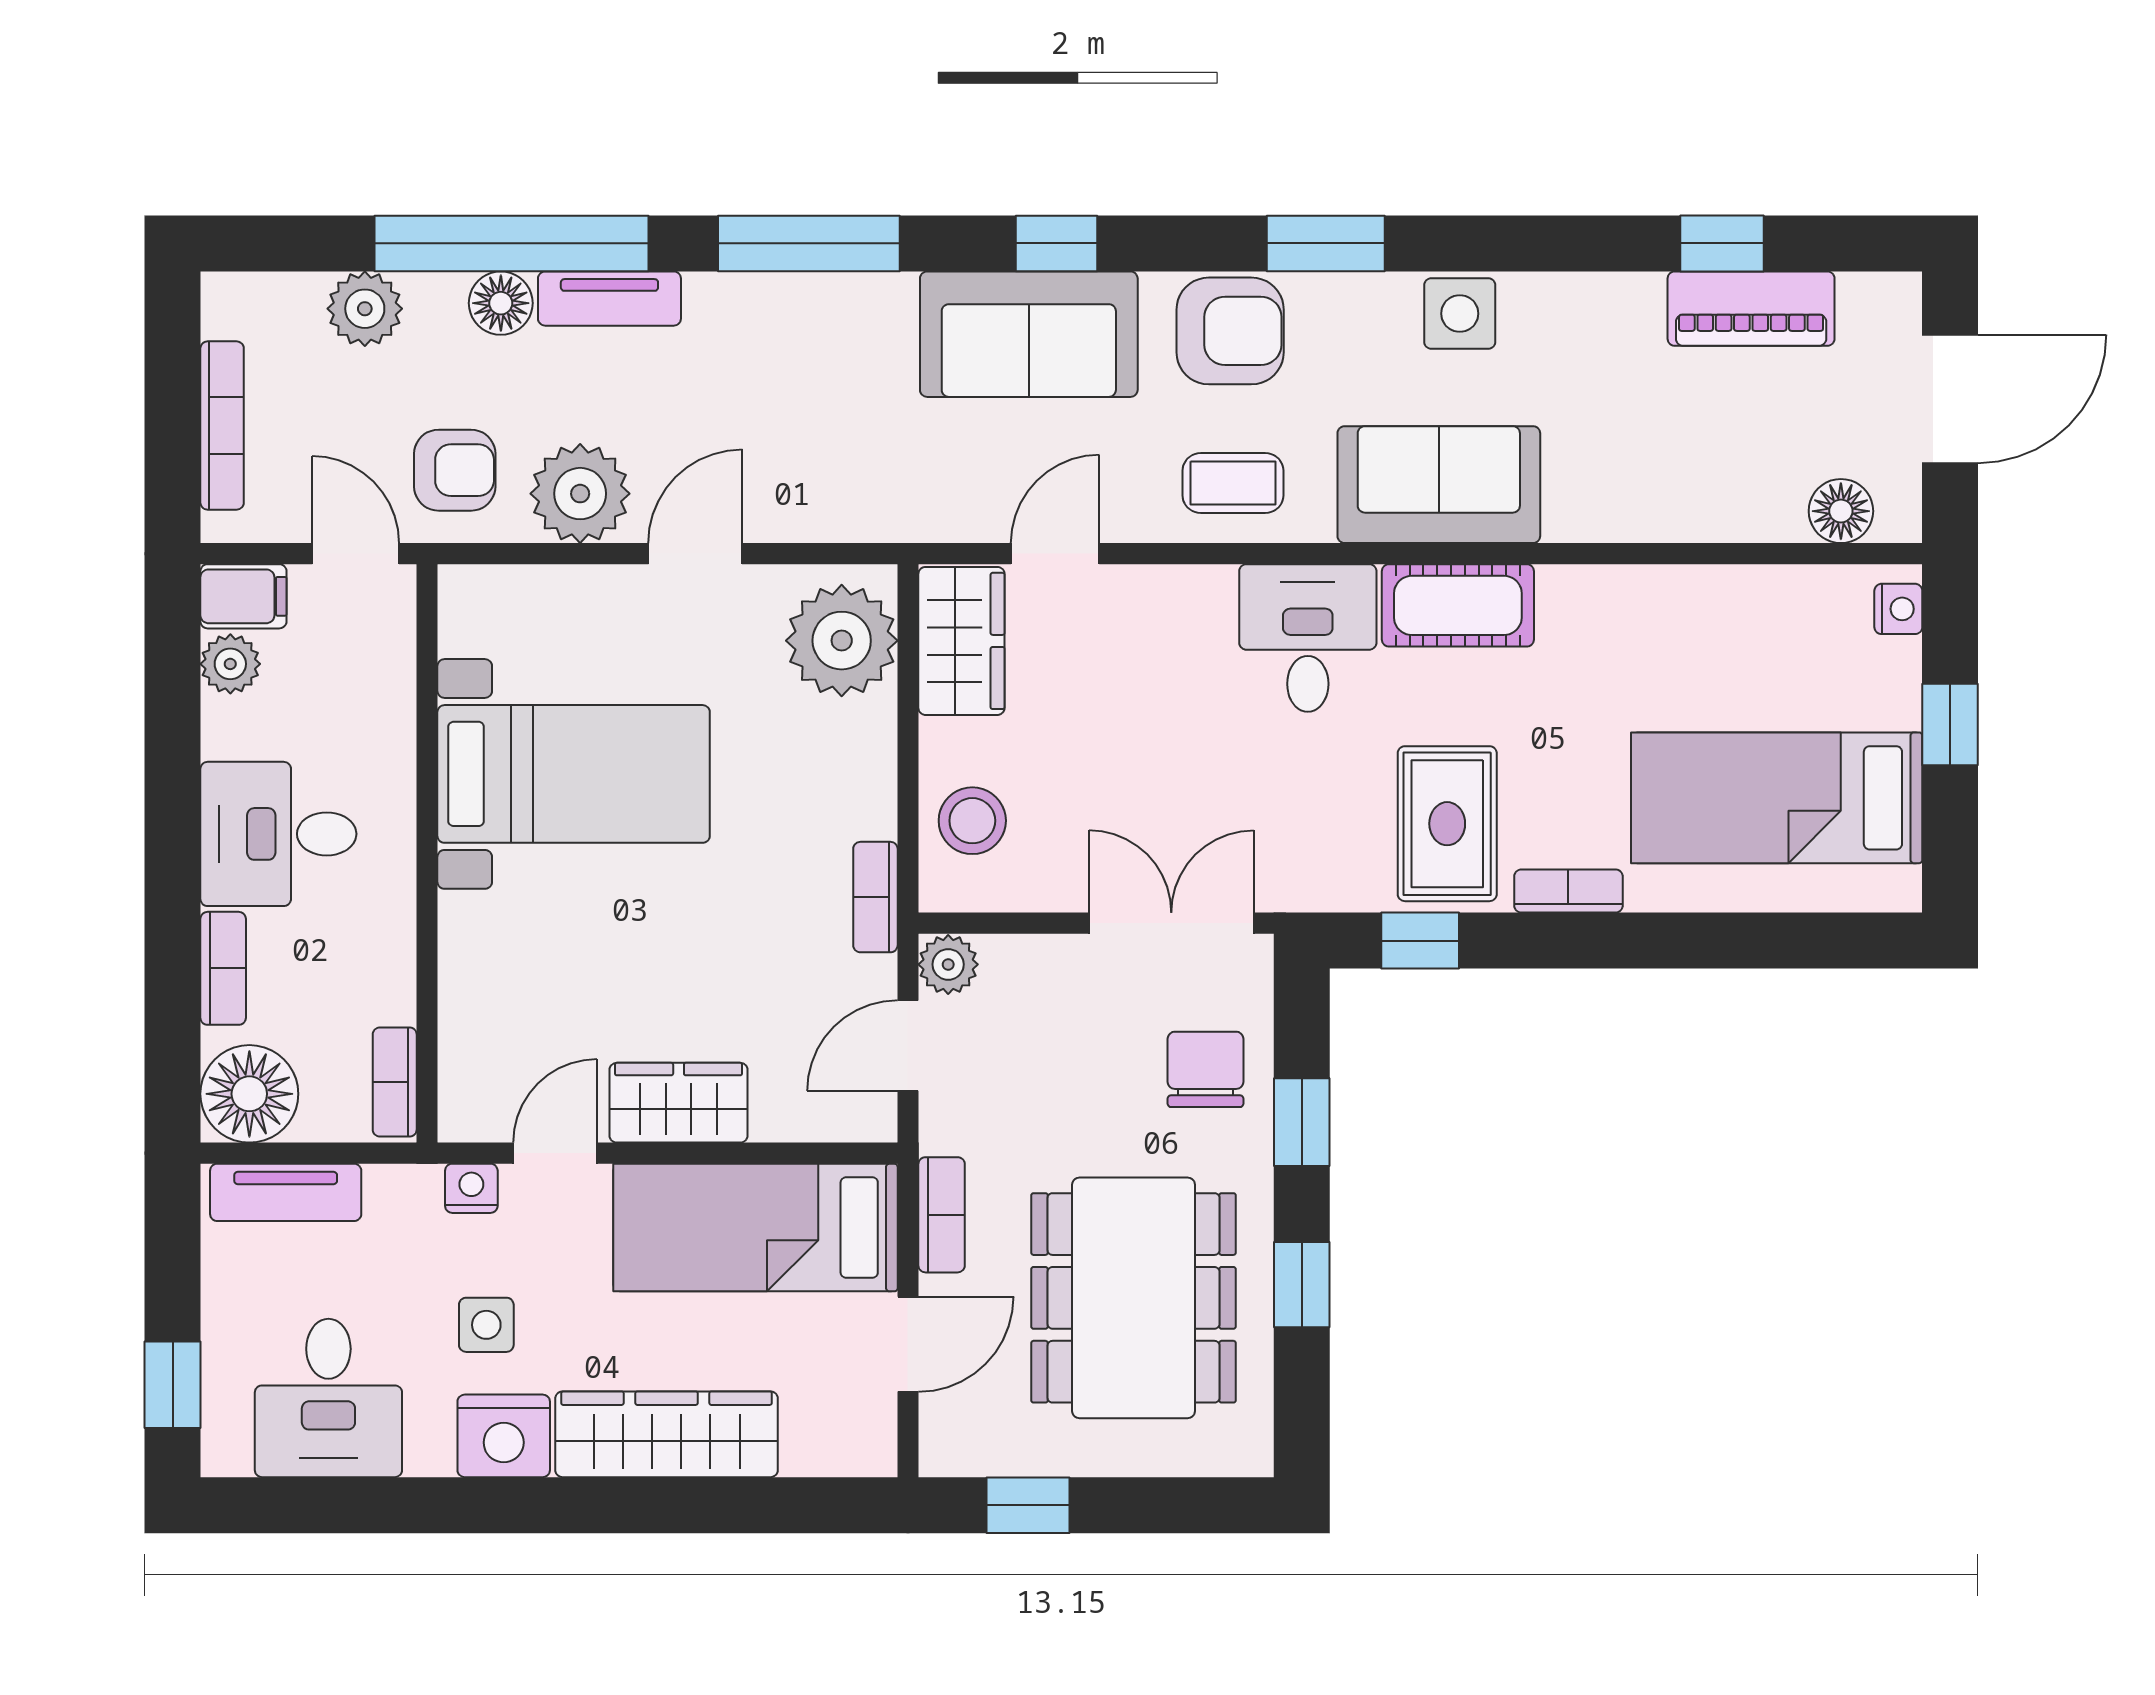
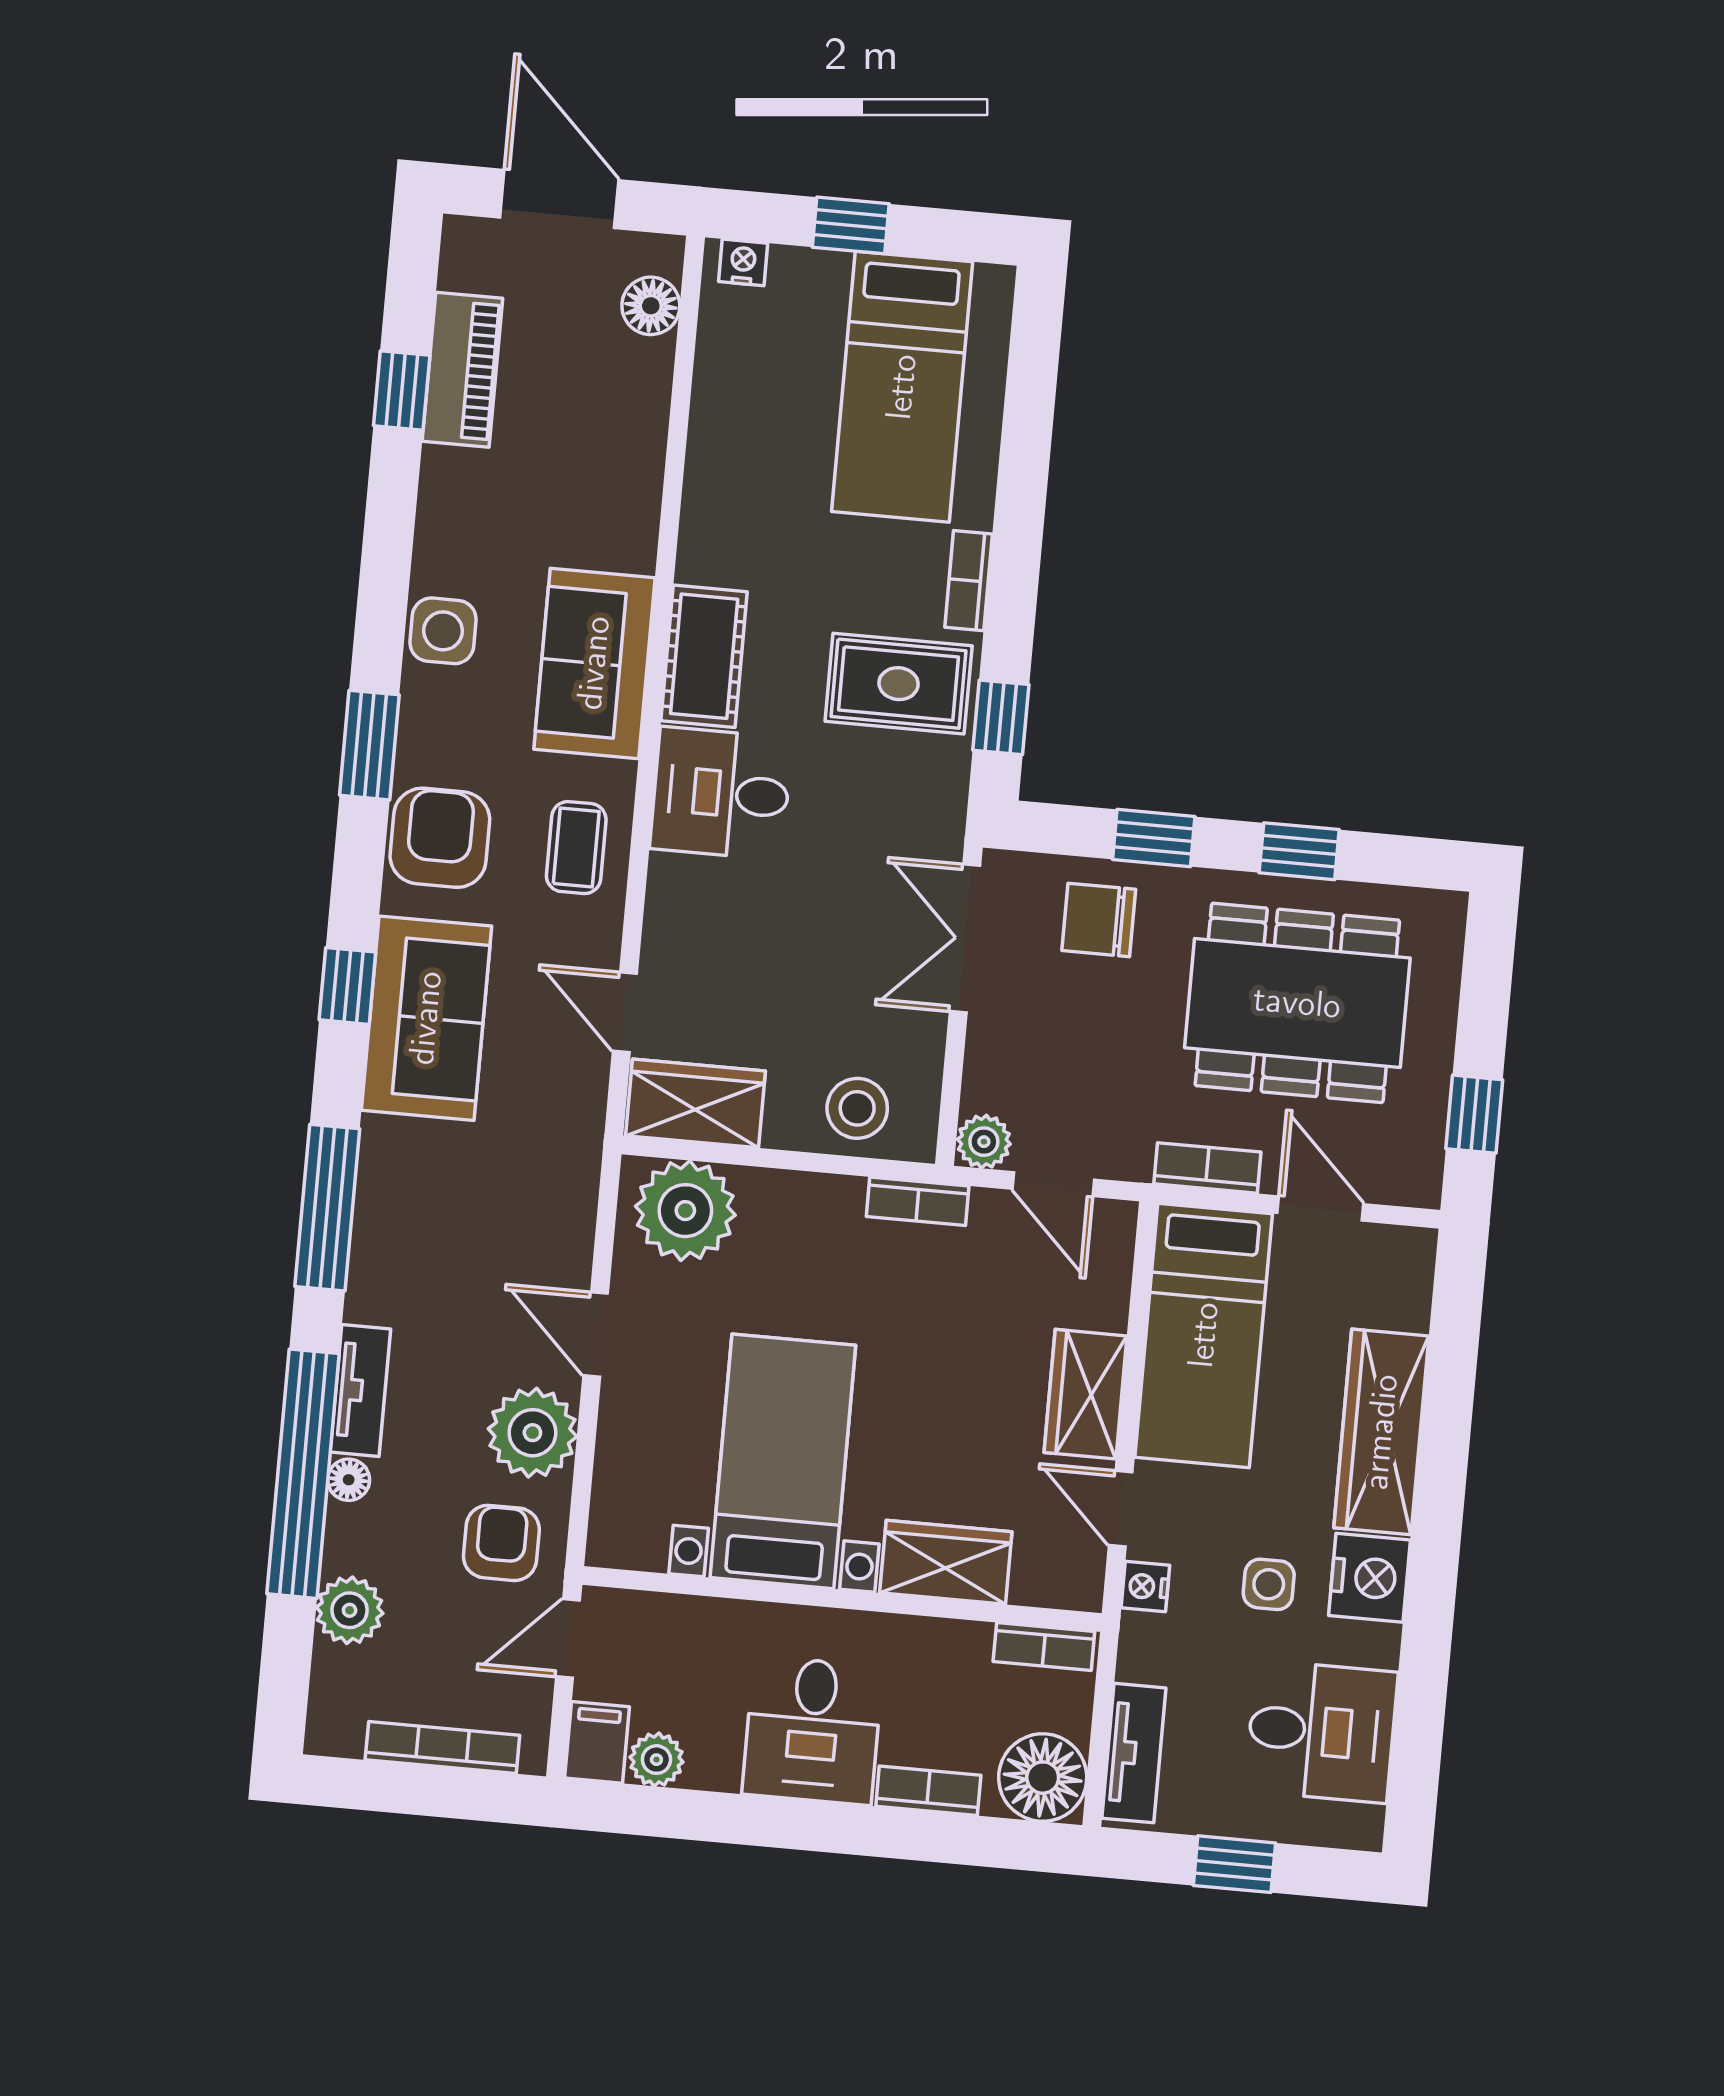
floor lamp: (501, 303) -> (349, 1480), width x0.73, depth x0.73
wardrobe: (478, 965) -> (946, 1562), added
window: (173, 1385) -> (1234, 1864), moved

